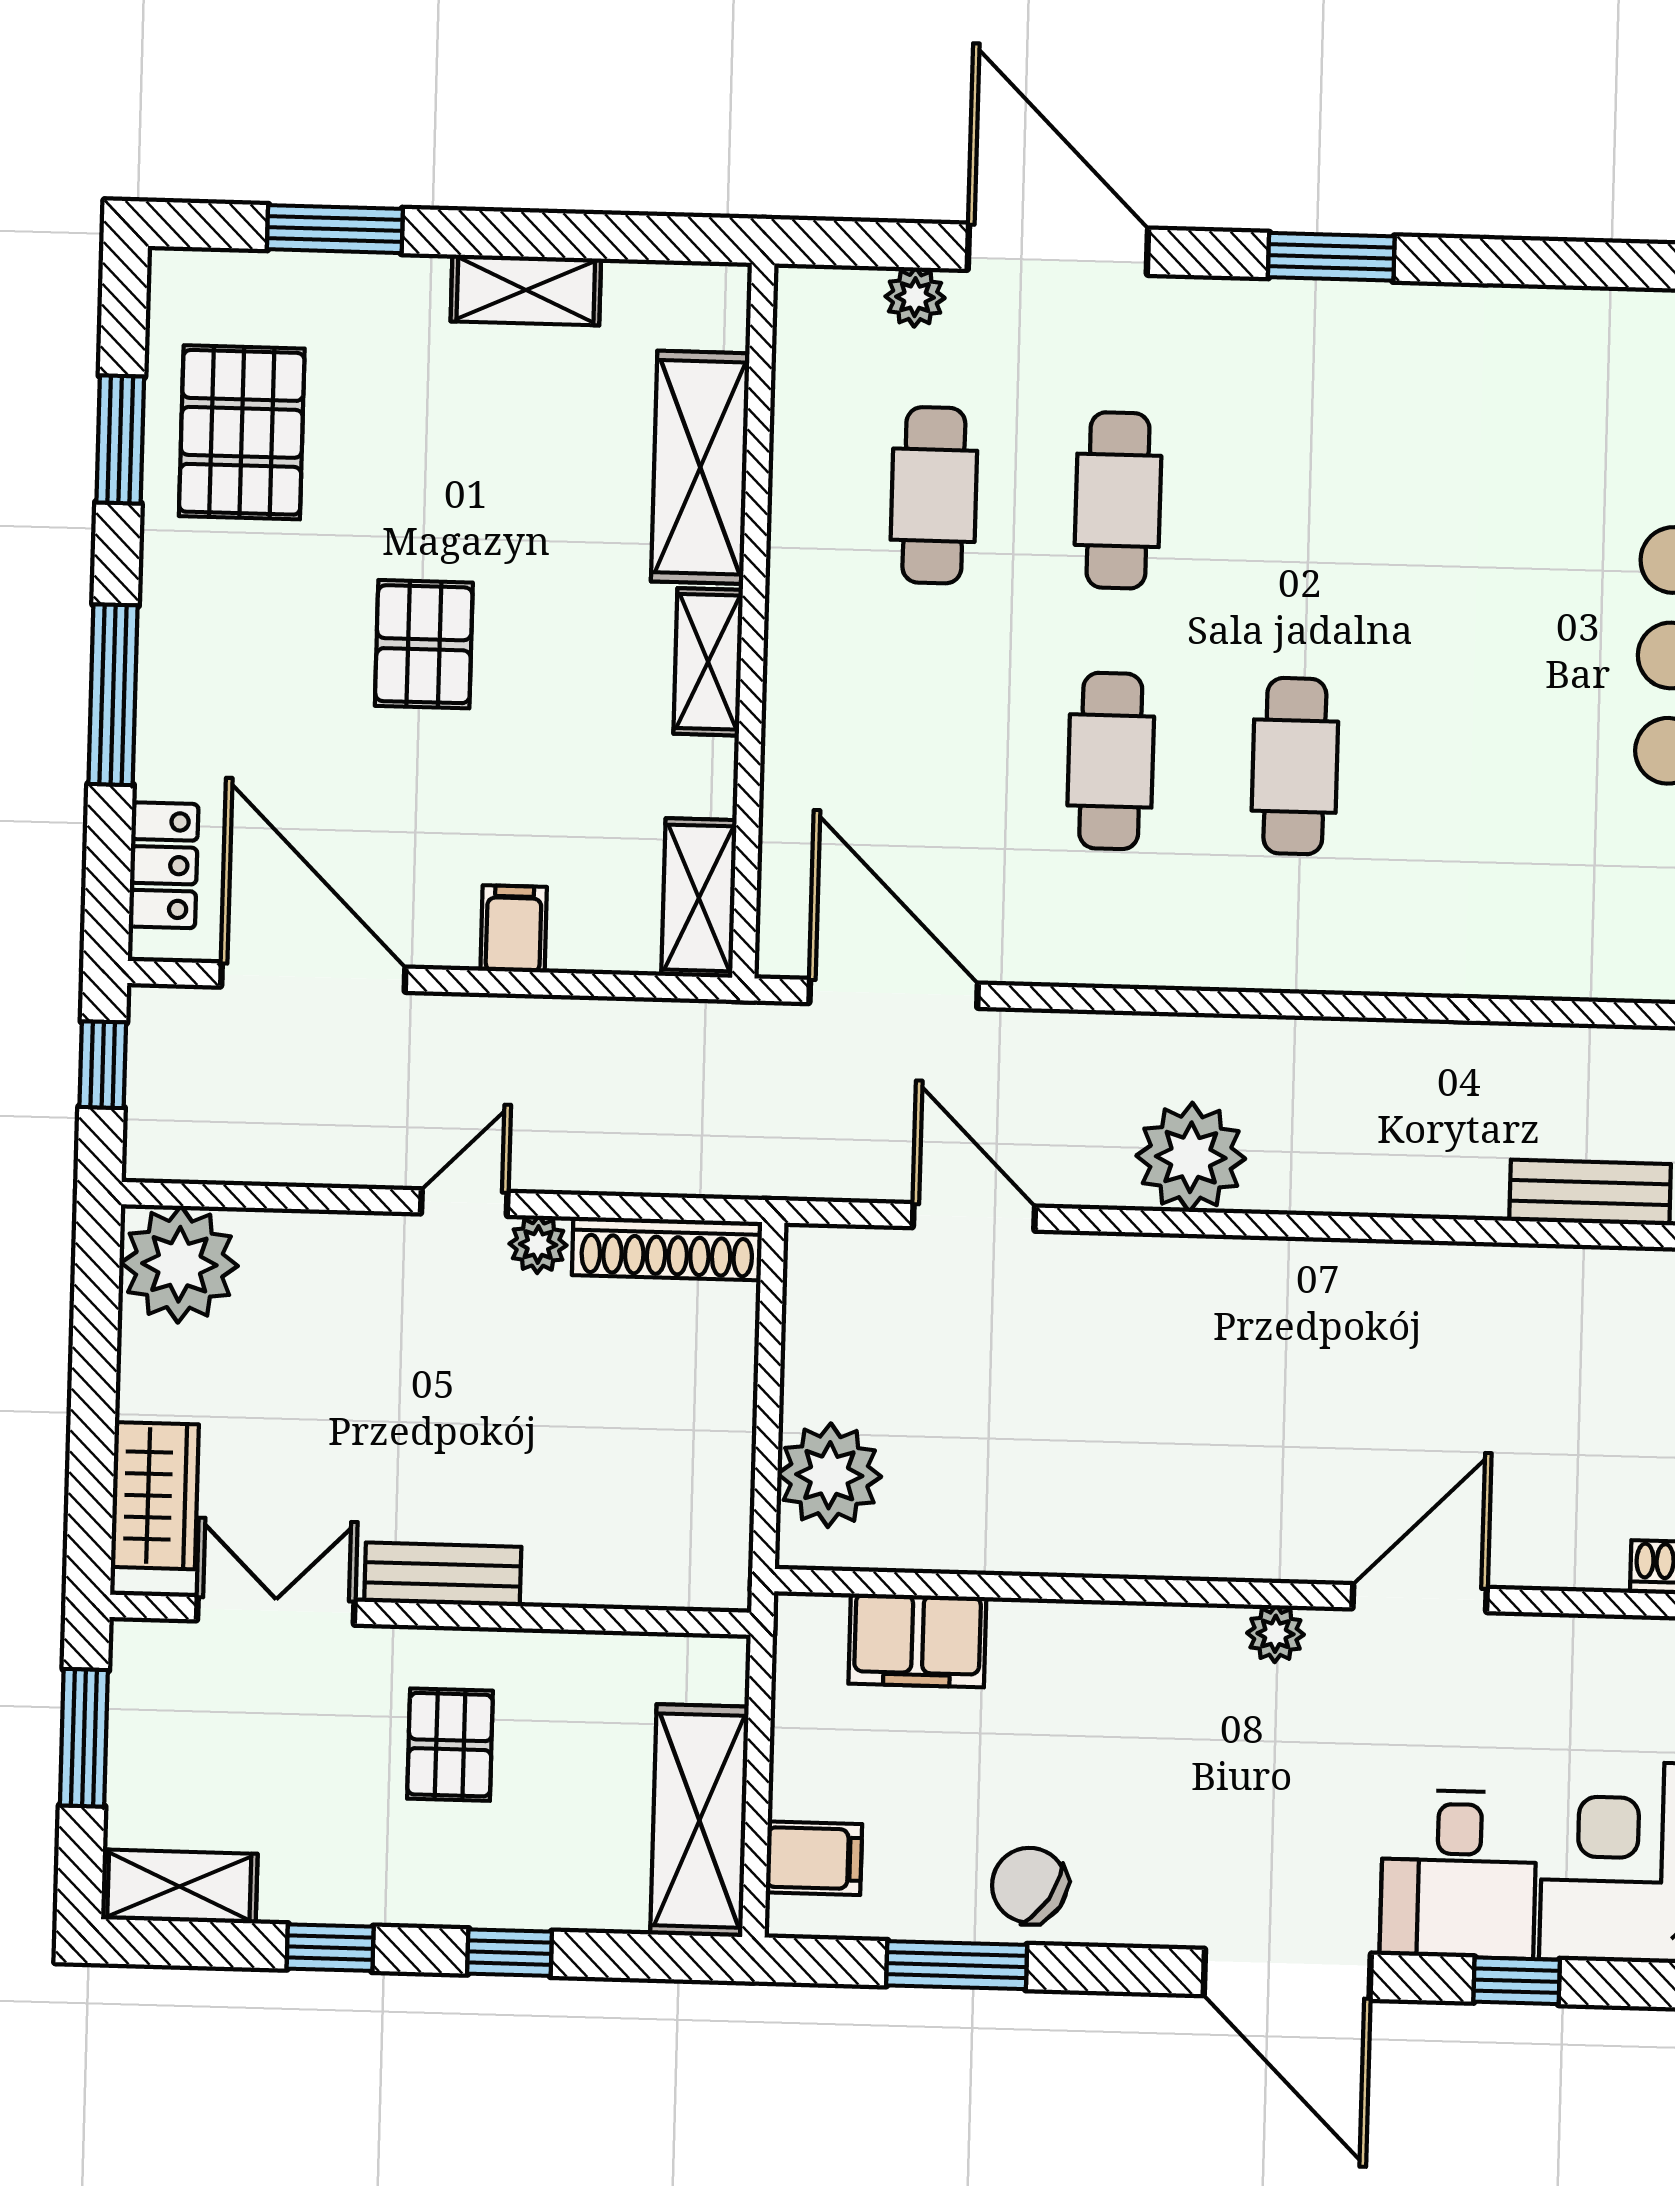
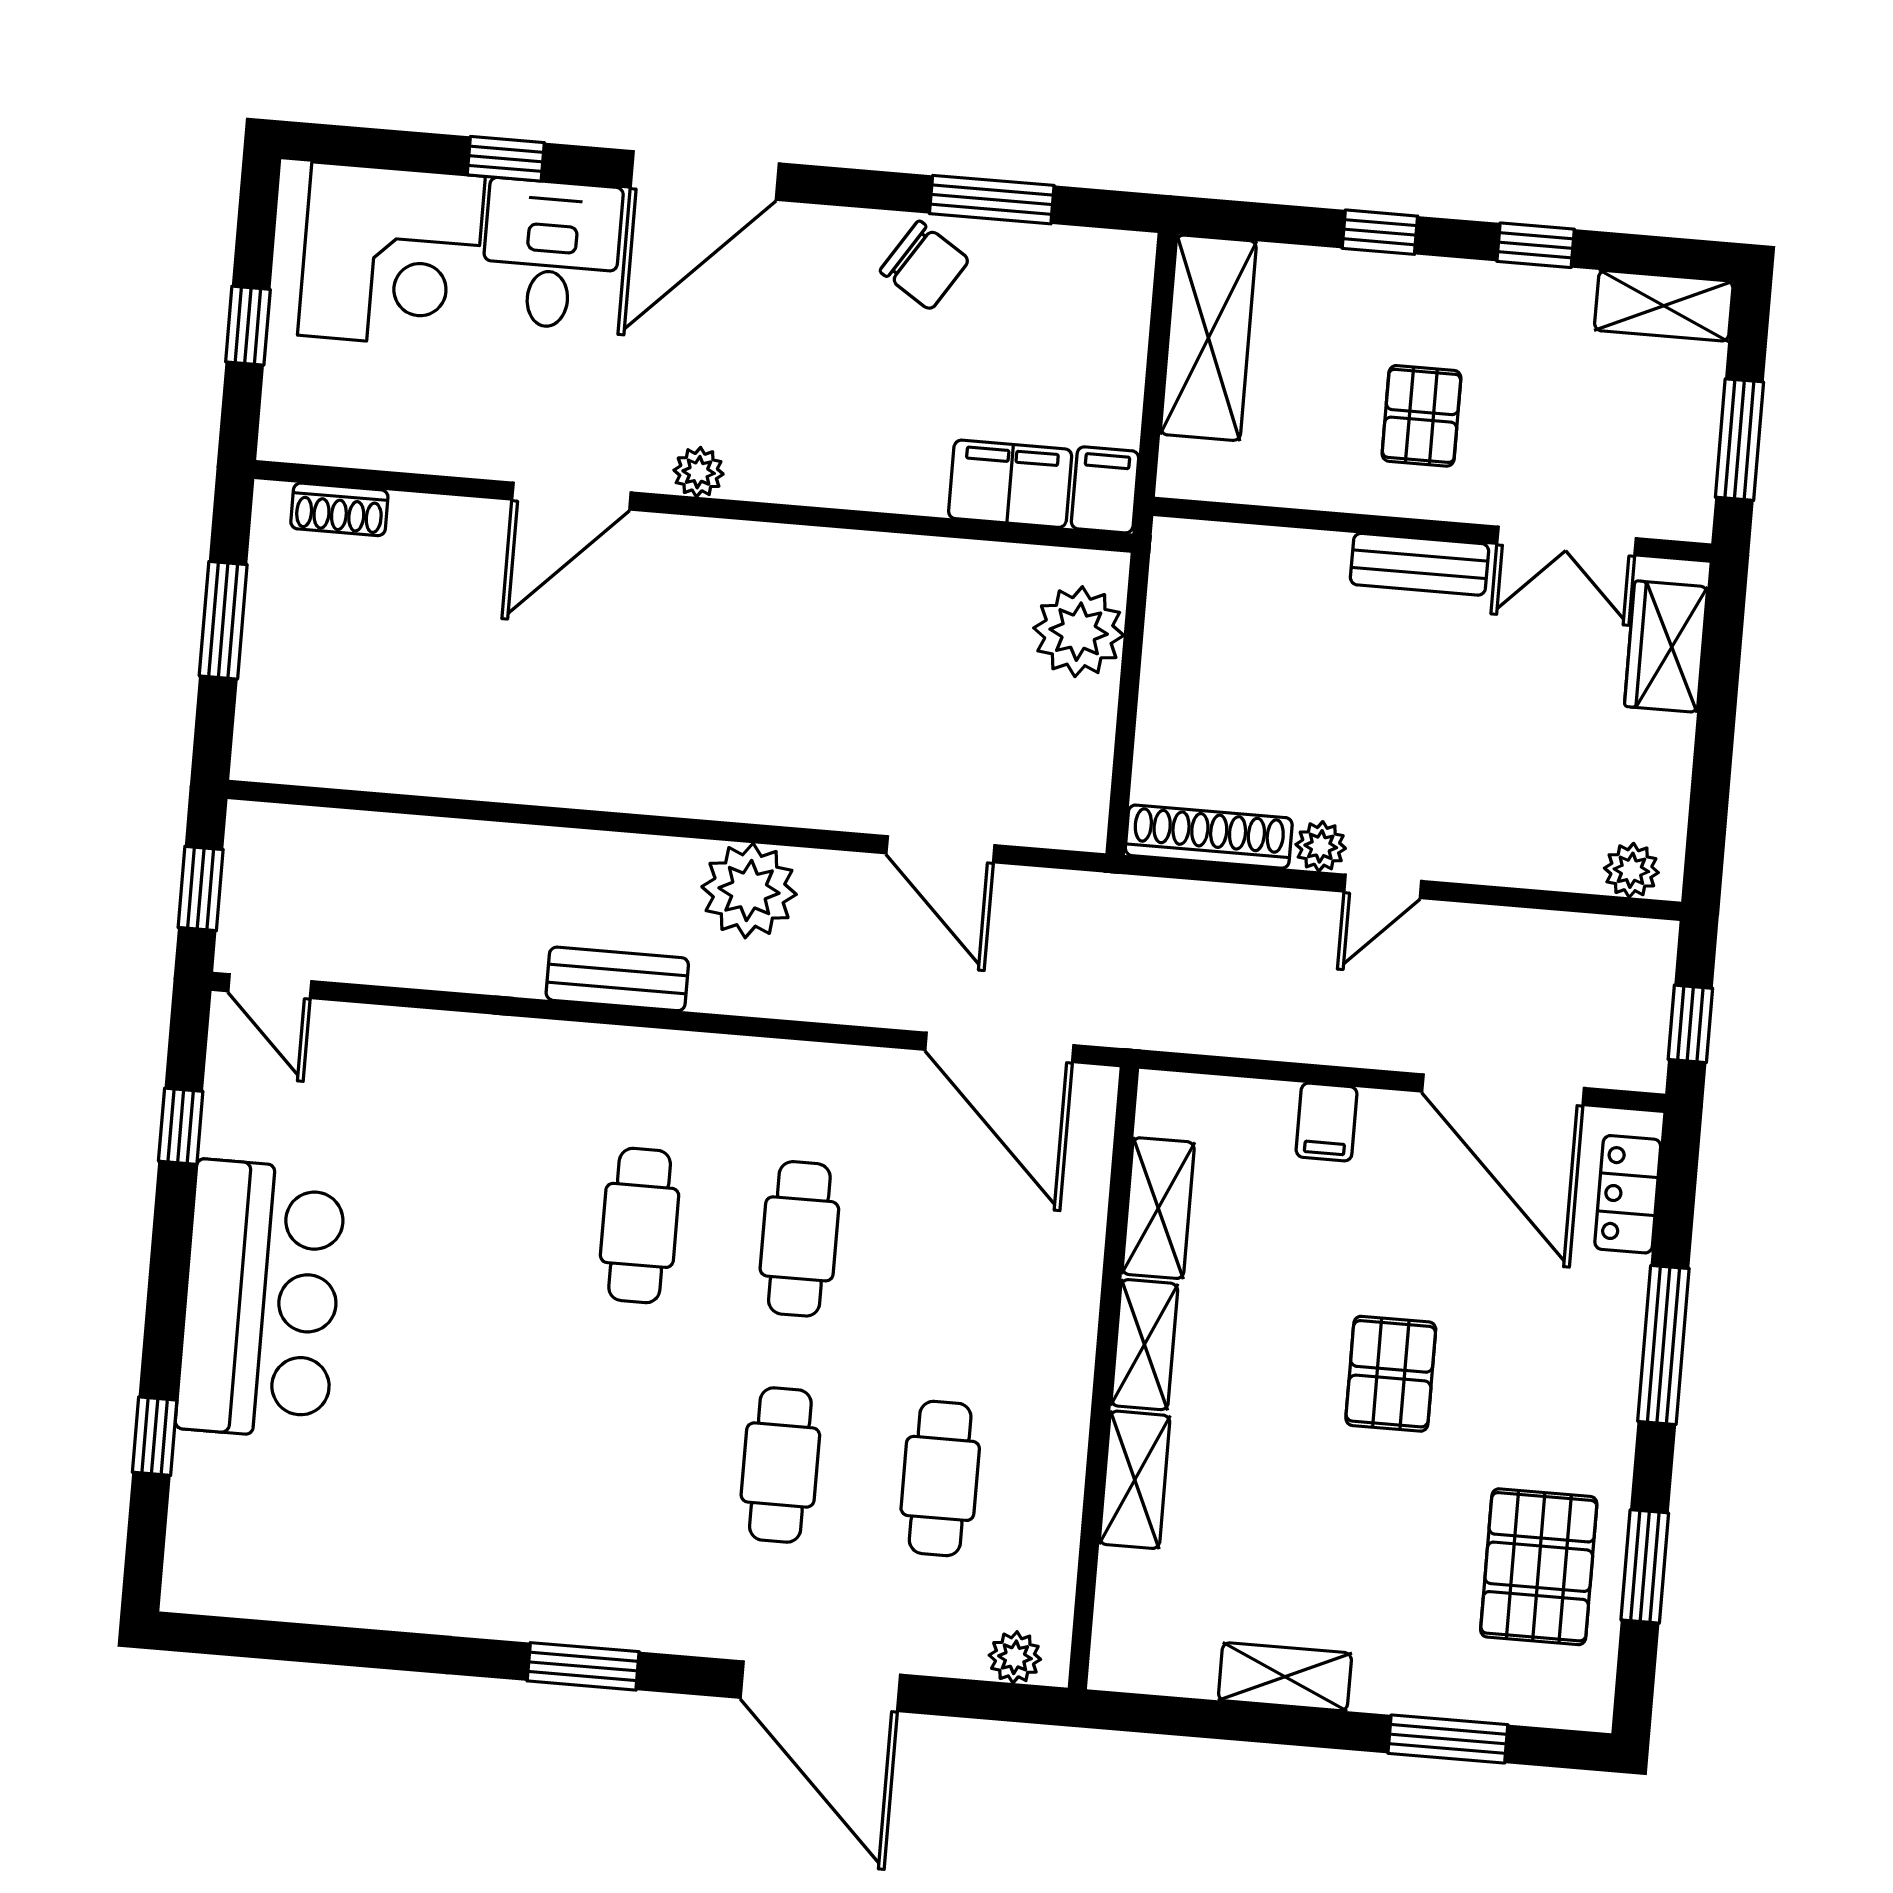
plant: (915, 297) -> (1015, 1657), moved
shelving: (700, 467) -> (1135, 1480), width x0.67, depth x0.75
shelving: (699, 898) -> (1158, 1208), moved
bench: (1590, 1192) -> (617, 979), moved
plant: (179, 1264) -> (1631, 870), width x0.53, depth x0.53
filing cabinet: (814, 1858) -> (1105, 490), moved, turned 90
door: (1287, 1974) -> (705, 175), swing flipped

